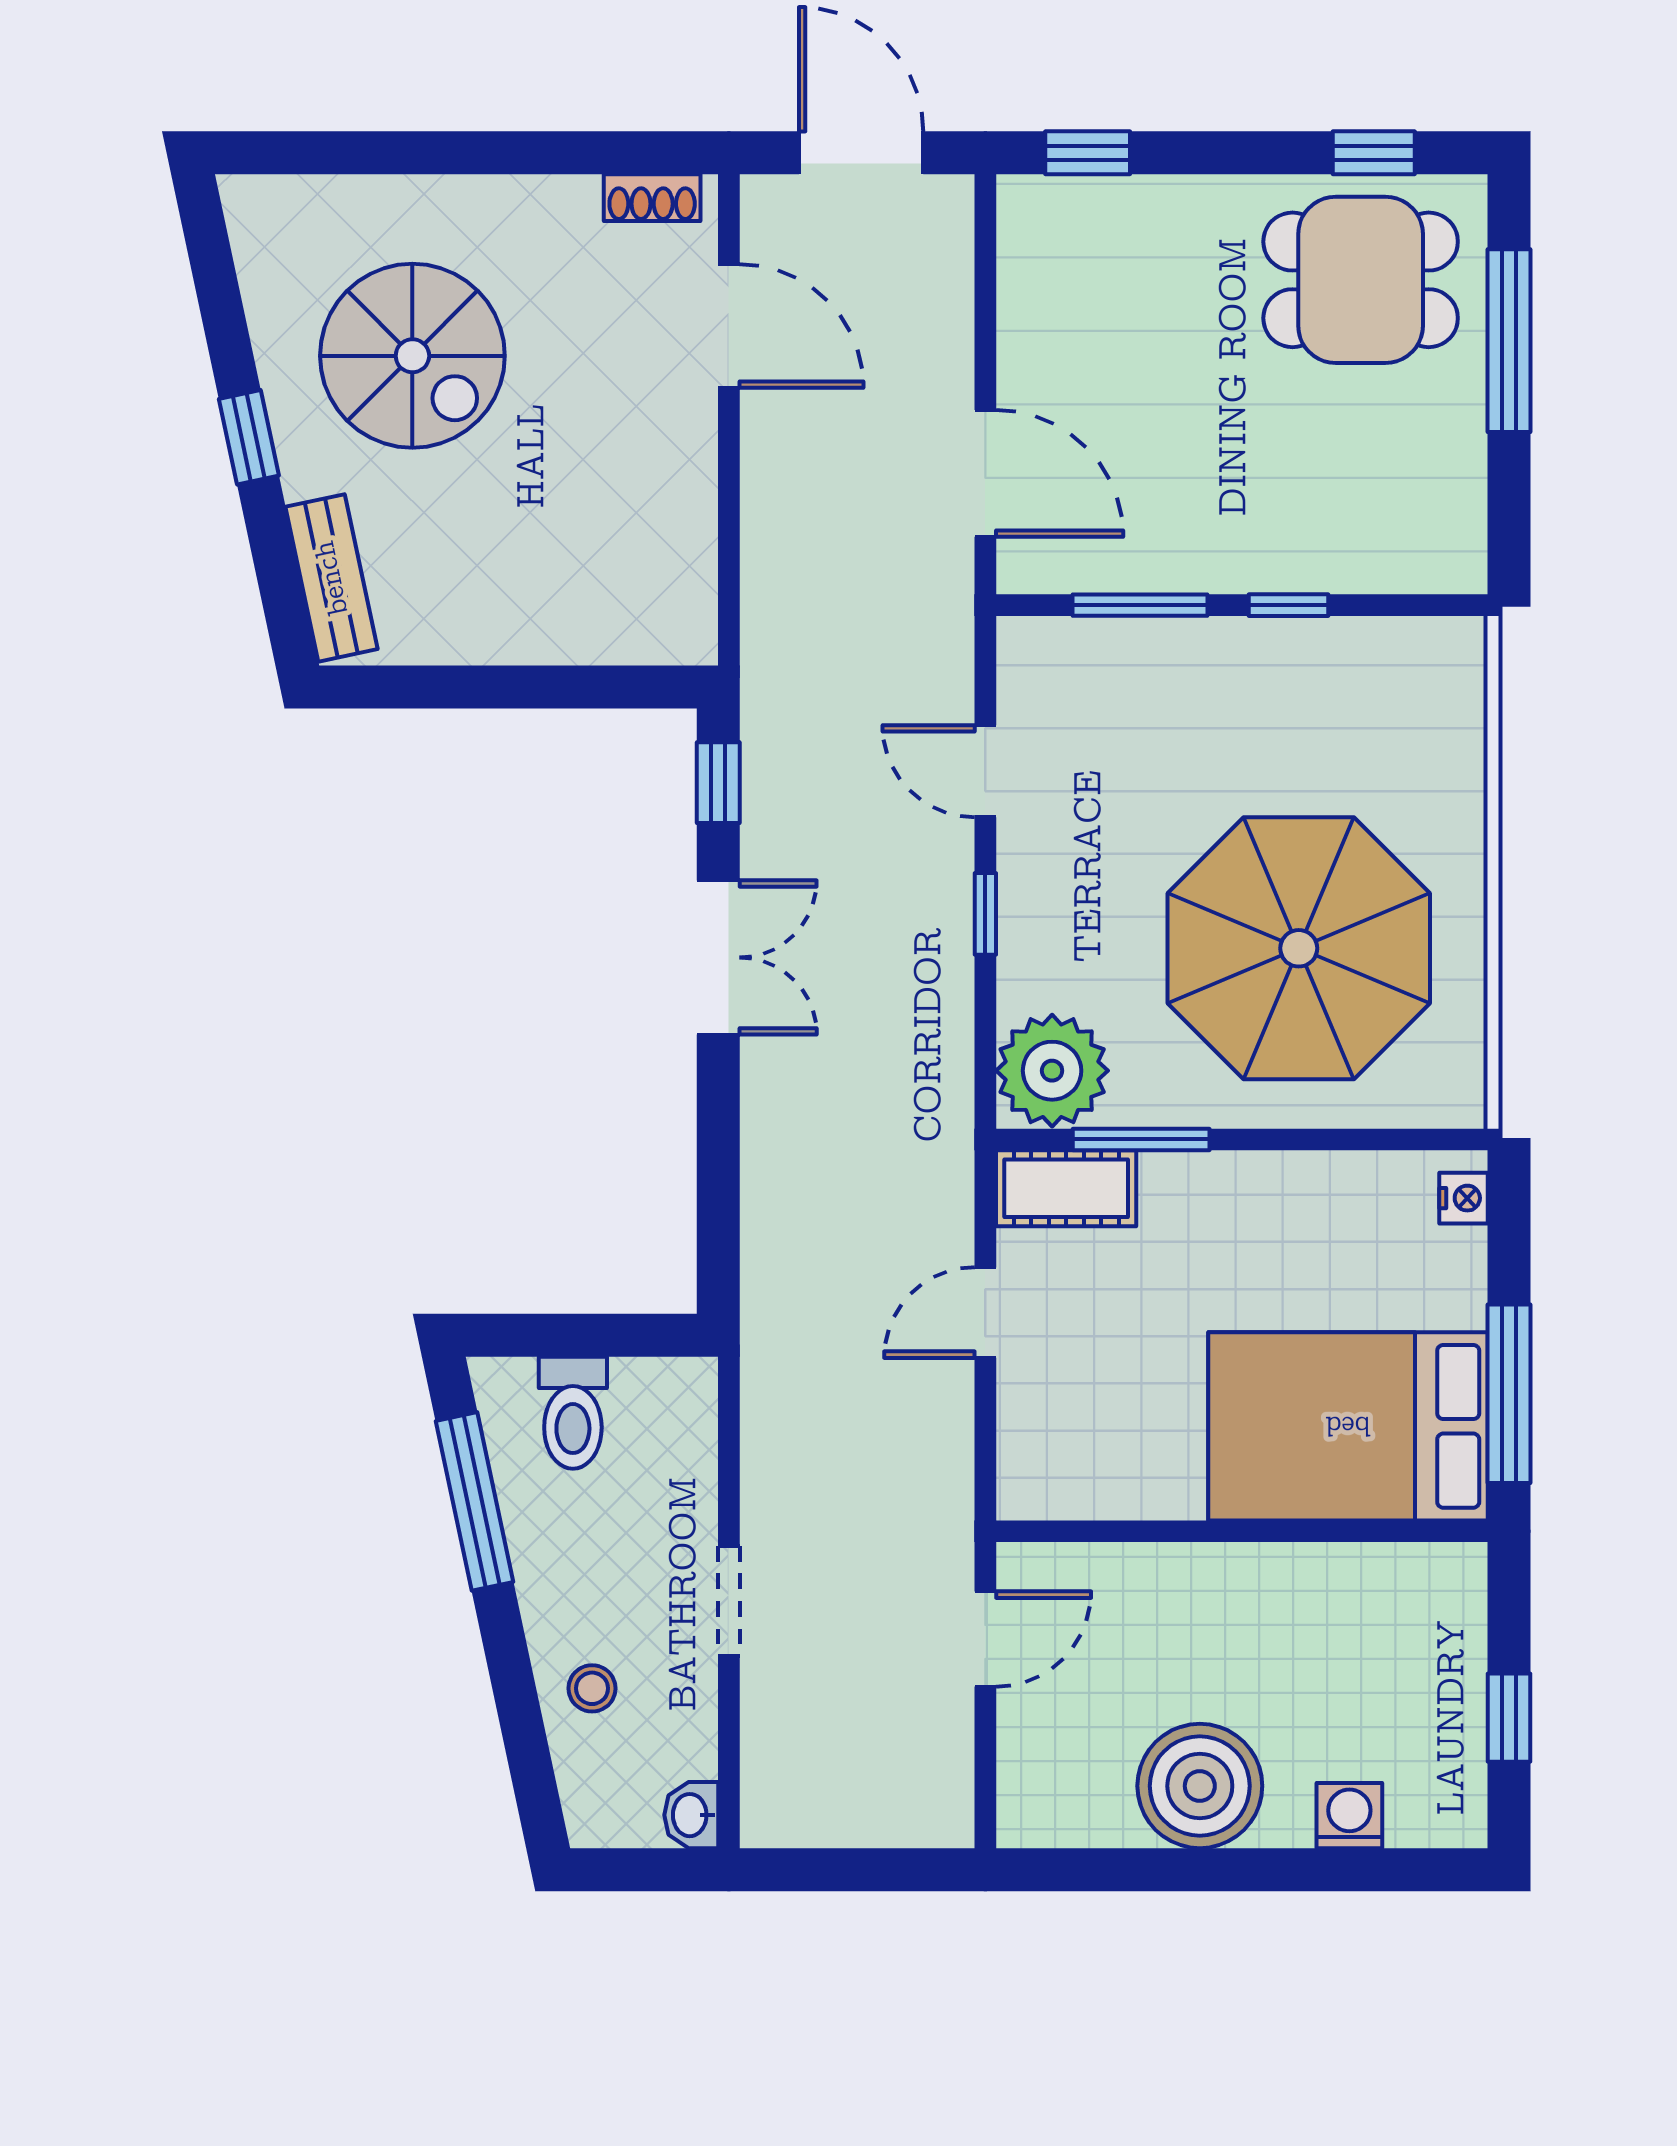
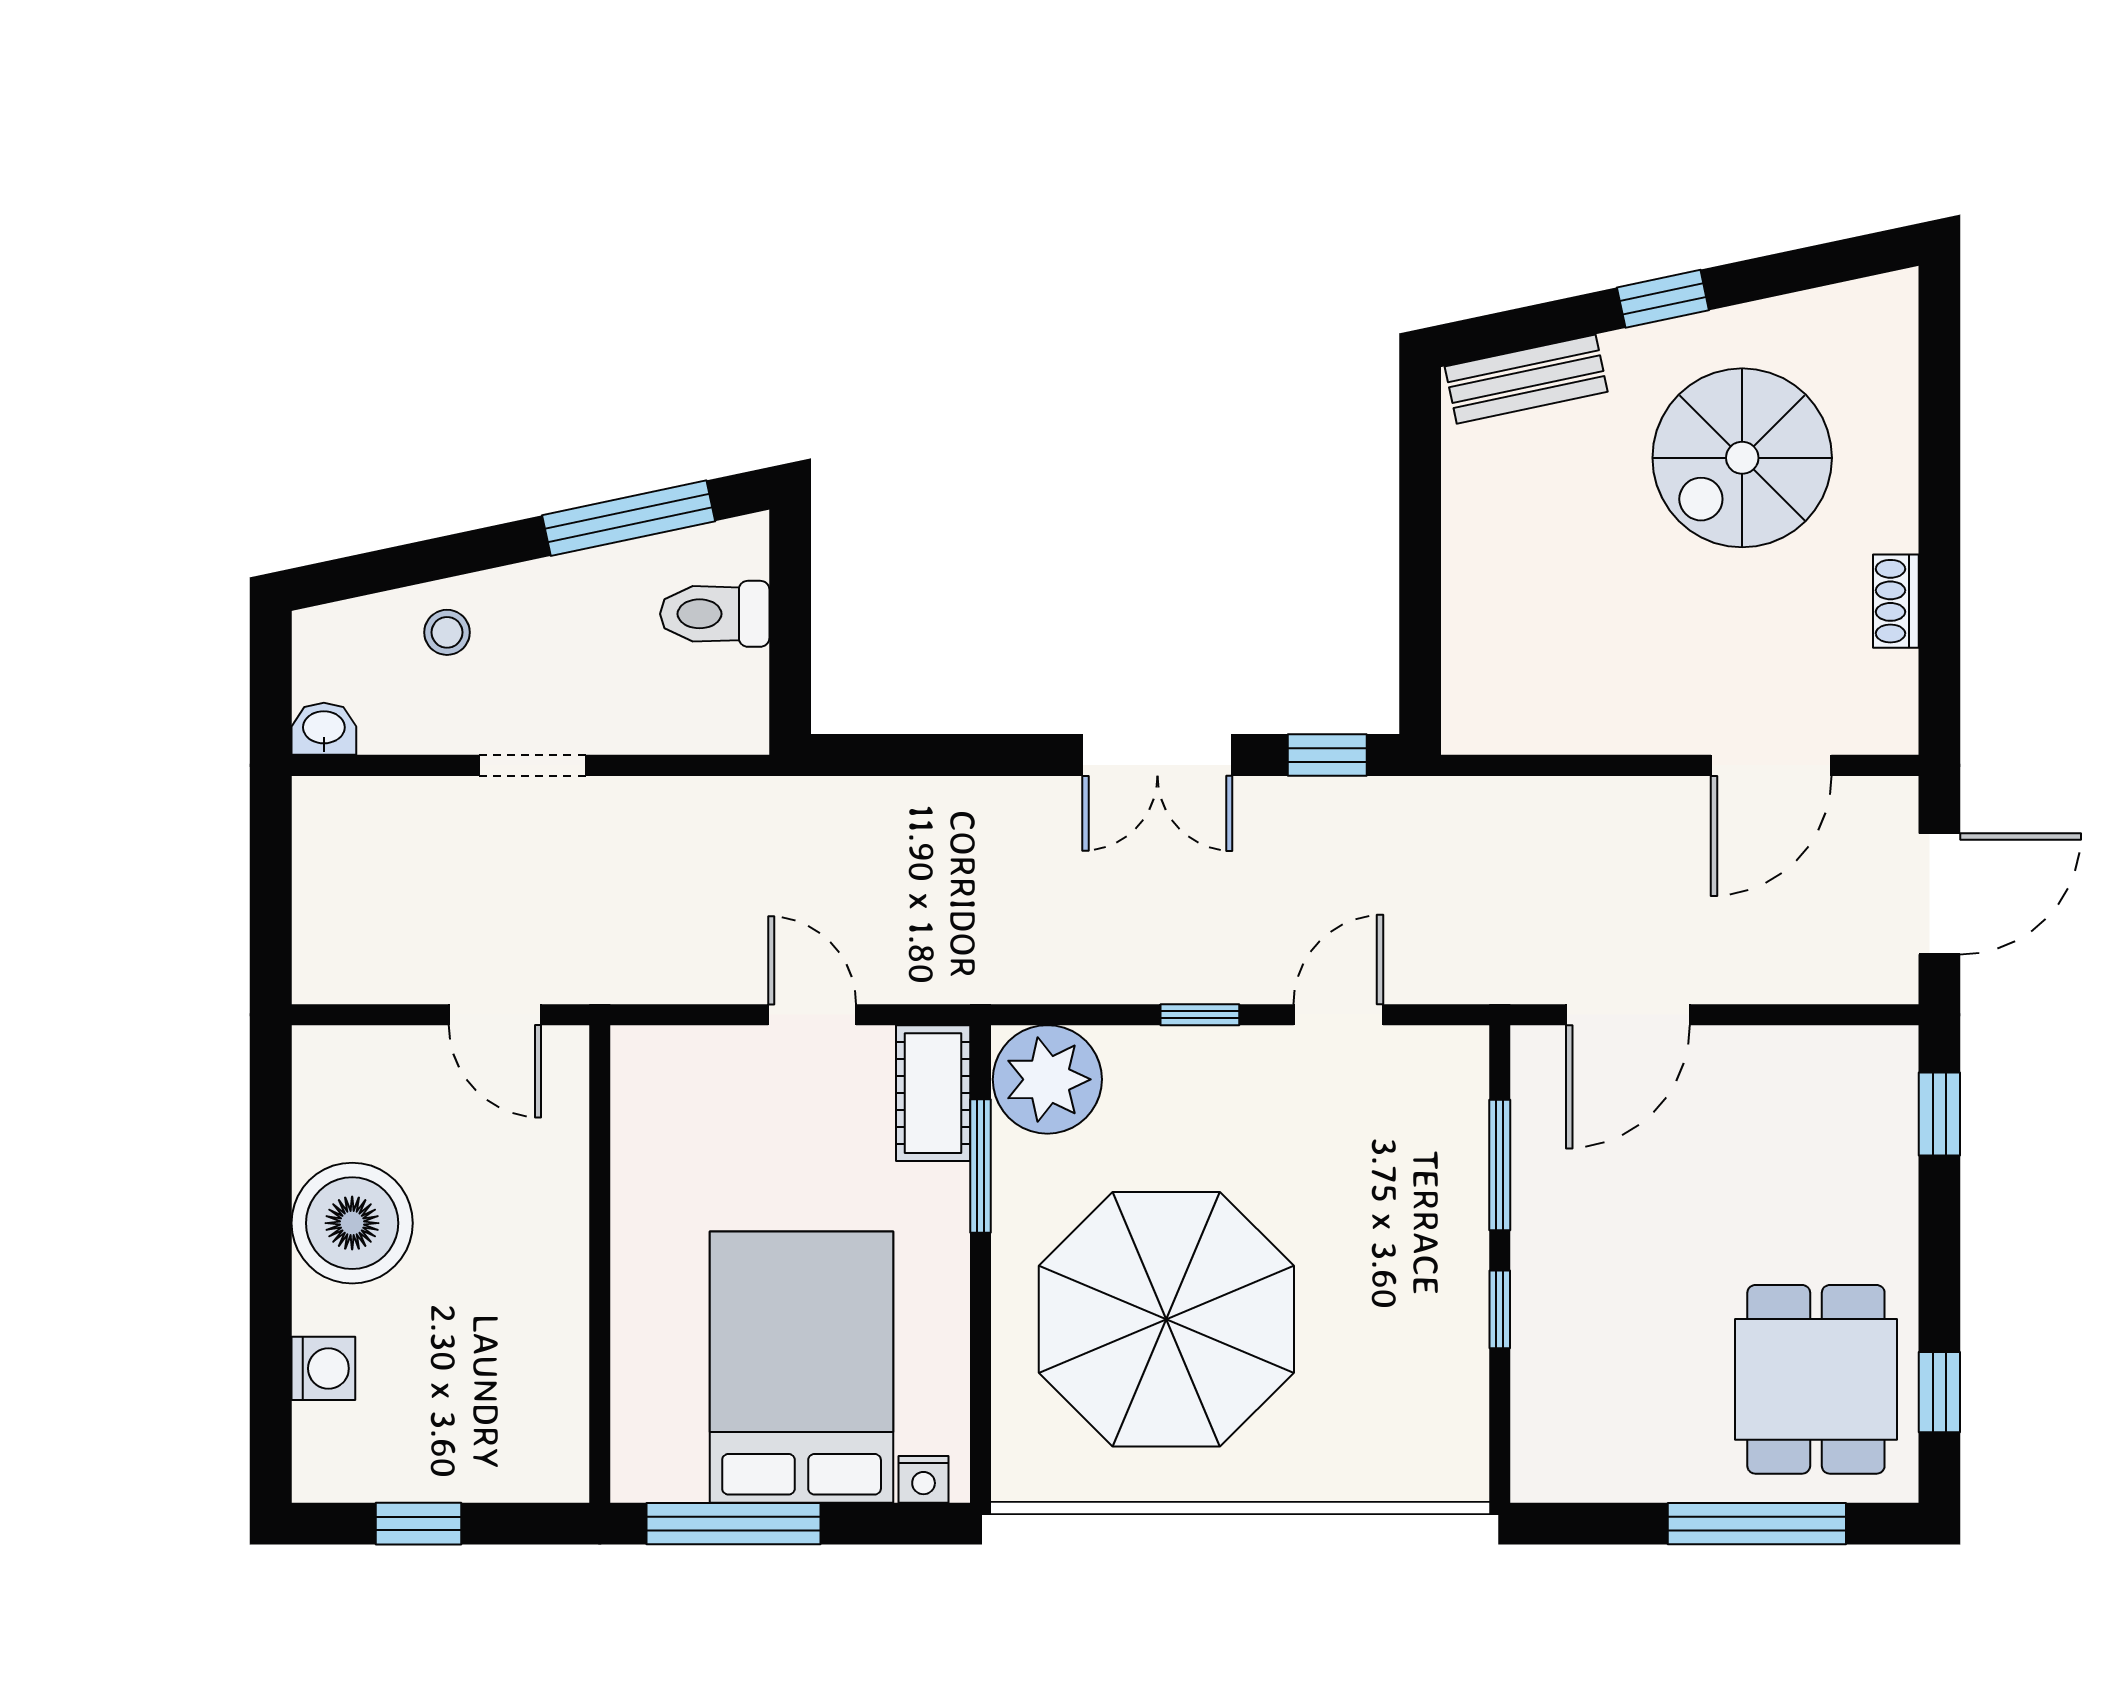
shoe rack: (652, 198) -> (1896, 601), moved
bed: (1348, 1426) -> (802, 1367), moved

